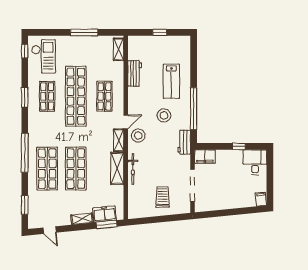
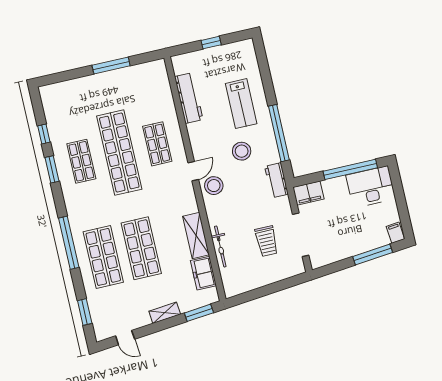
shelving: (119, 49) -> (162, 77), removed
window: (25, 51) -> (44, 134), moved
checkout: (43, 56) -> (64, 109), removed
workbench: (135, 73) -> (189, 98), width x1.37
shelving: (119, 140) -> (189, 198), removed
window: (239, 146) -> (350, 169), width x3.17
desk: (255, 162) -> (371, 187), width x1.37
bicycle: (133, 169) -> (220, 246), moved
trolley: (163, 197) -> (267, 241), moved, turned 180
window: (241, 211) -> (373, 254), added
freezer: (105, 214) -> (203, 273), moved, turned -84

